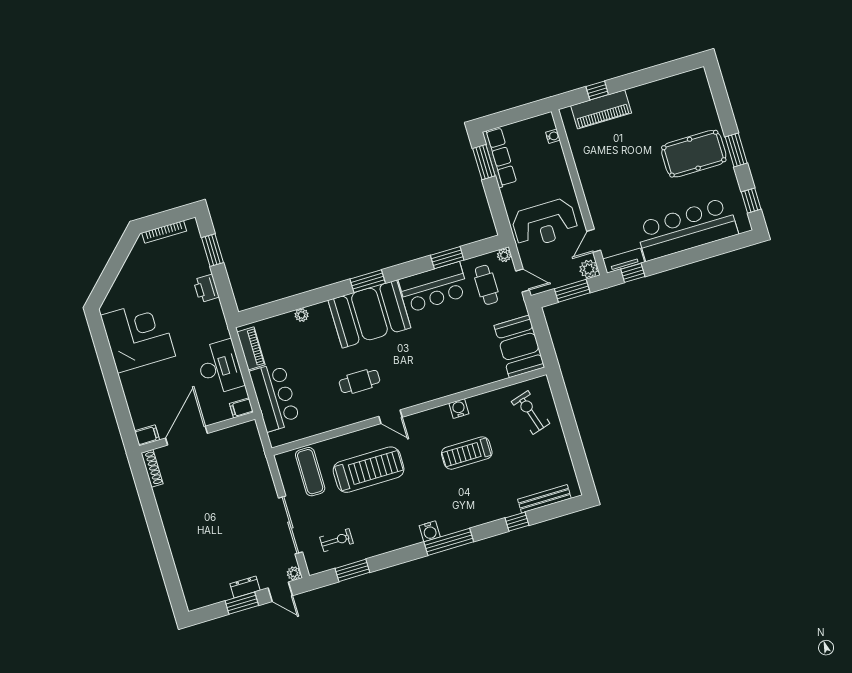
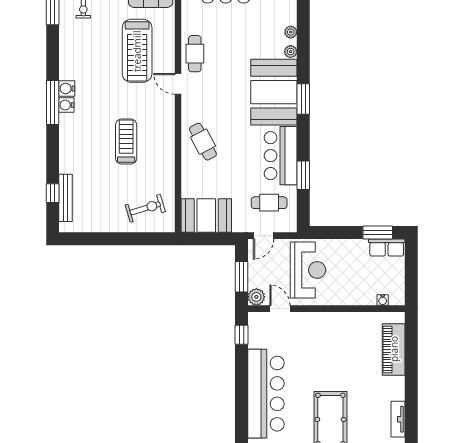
window: (597, 91) -> (411, 351), removed
row of seats: (500, 157) -> (387, 248), width x0.68
reception desk: (545, 223) -> (308, 270), turned 180
plant: (504, 255) -> (291, 52), moved
tv unit: (624, 261) -> (398, 419), moved, turned 180
cafe table: (443, 373) -> (203, 142), added
cafe table: (360, 381) -> (195, 54), moved
water cooler: (459, 409) -> (66, 105), moved, turned 180
door: (390, 417) -> (178, 84), hinge flipped
window: (517, 522) -> (53, 193), moved

